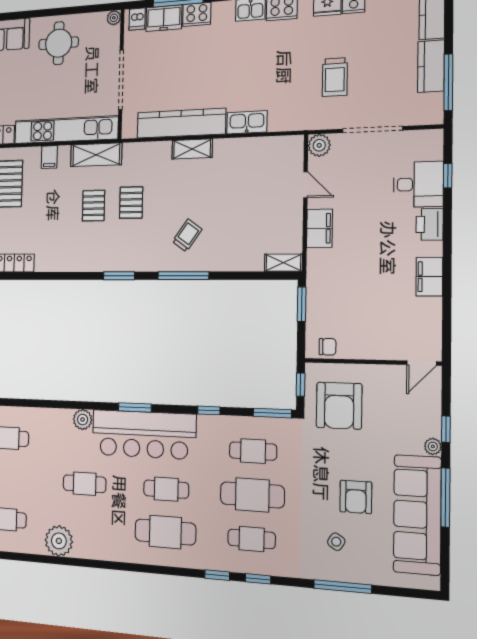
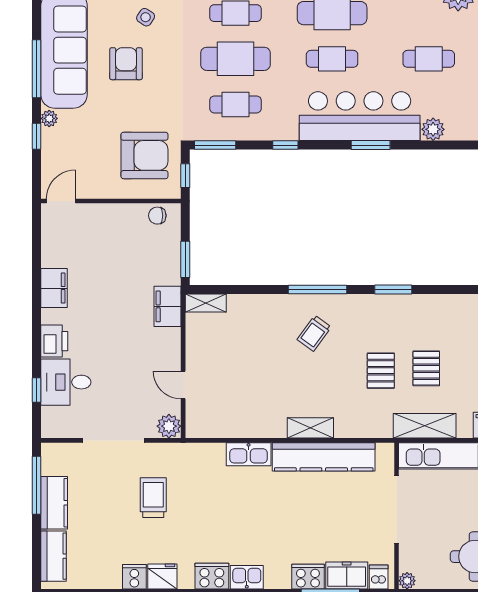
filing cabinet: (319, 228) -> (168, 306), moved
armchair: (339, 406) -> (144, 155), turned 90

